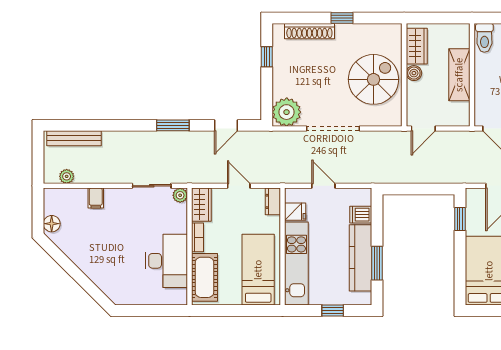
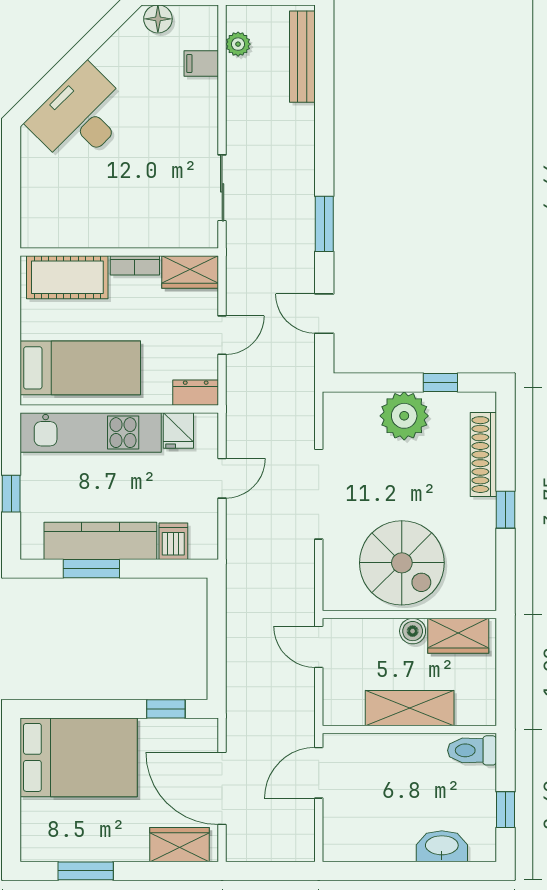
plant: (287, 112) -> (404, 416), moved
plant: (180, 195) -> (206, 236), removed
filing cabinet: (96, 198) -> (201, 64), moved
desk: (166, 261) -> (80, 116), moved, turned 135

